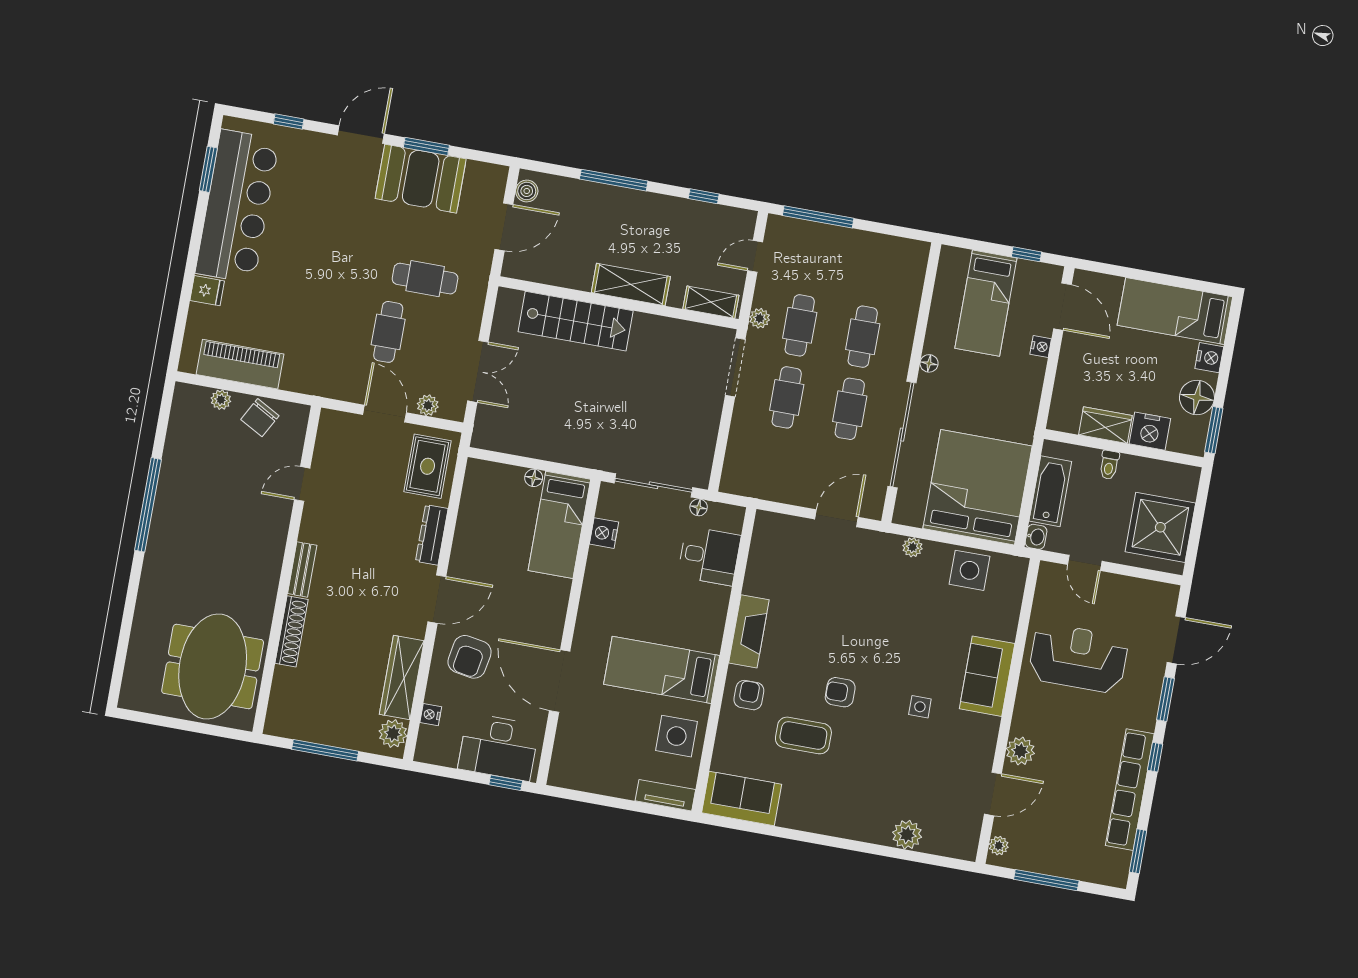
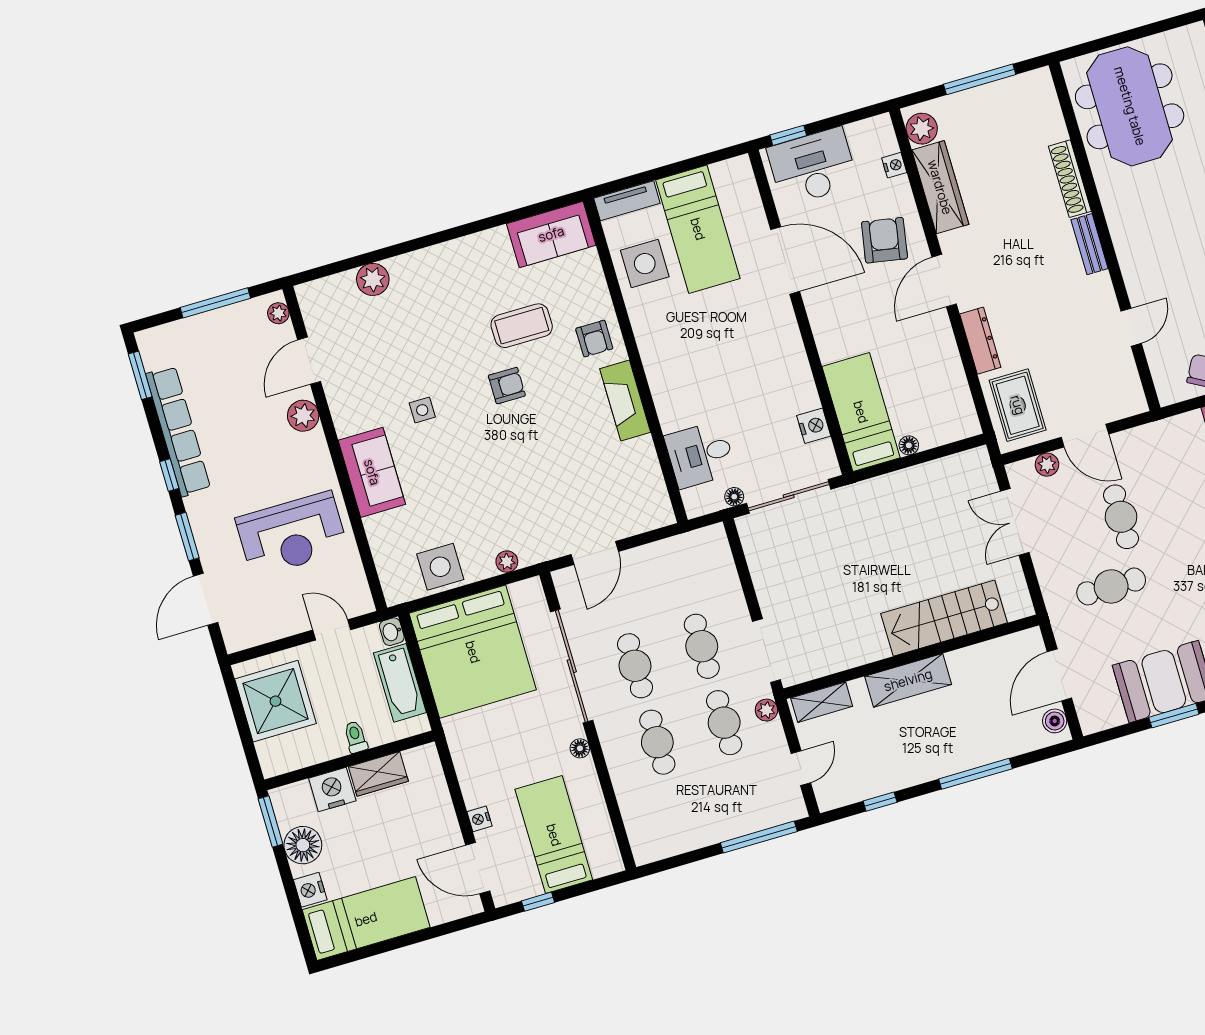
bed: (662, 670) -> (698, 229), moved, turned 90

